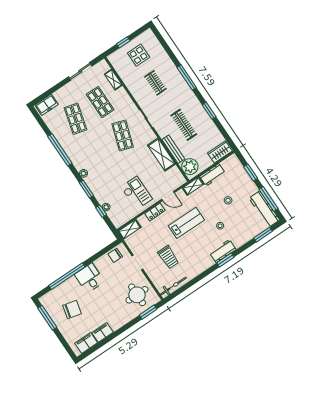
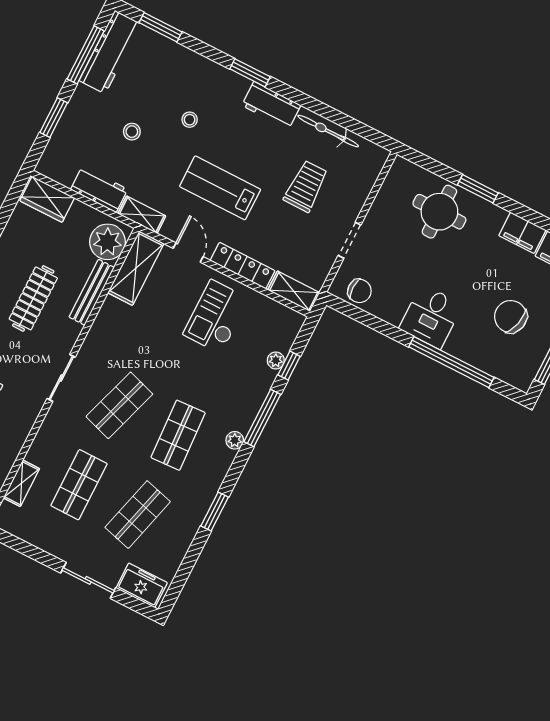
sliding door: (80, 71) -> (88, 580), moved
window: (60, 150) -> (215, 512), width x0.47
shop shelf: (98, 152) -> (178, 435), added
shelving: (161, 155) -> (136, 268), moved
window: (86, 189) -> (262, 418), width x1.44
locker: (155, 212) -> (242, 266), width x1.53
workbench: (223, 251) -> (271, 105), moved
bicycle: (173, 286) -> (328, 131), moved
round table: (137, 295) -> (439, 212), moved
window: (148, 312) -> (478, 189), moved

